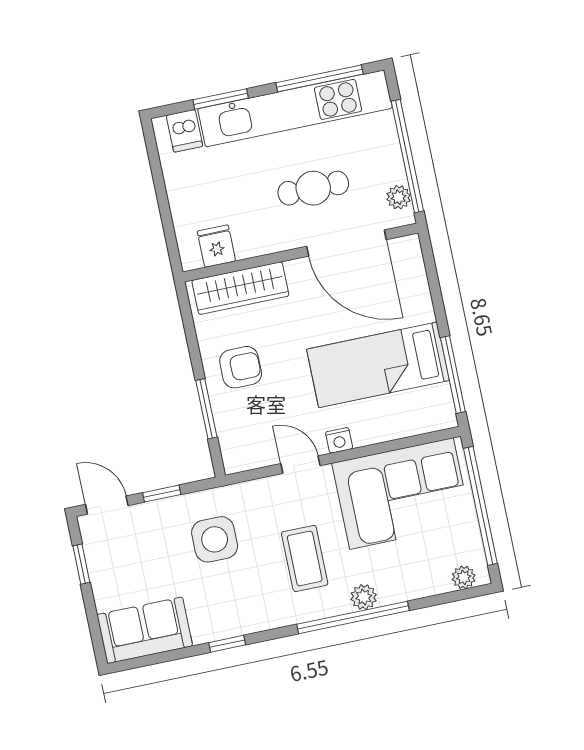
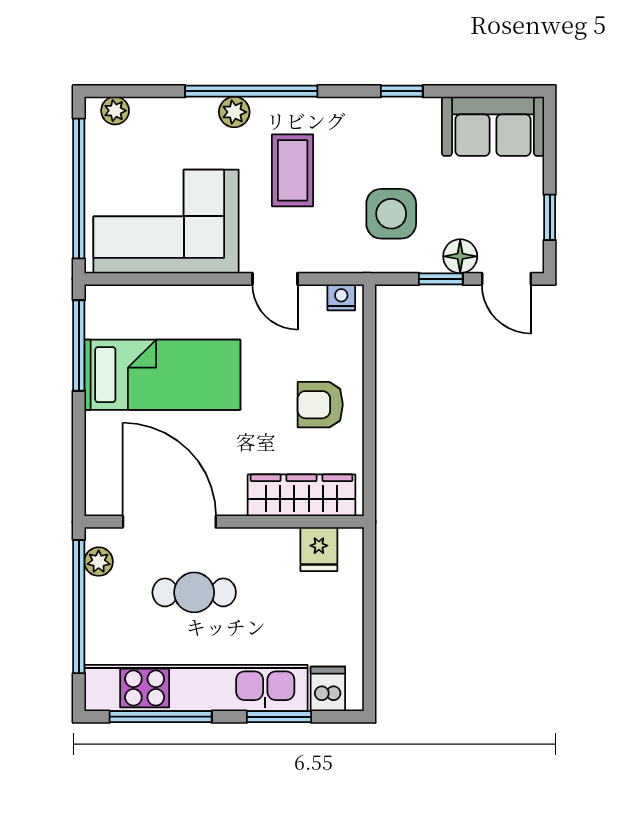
window: (206, 409) -> (369, 365), removed
nightstand: (339, 440) -> (341, 297), moved
floor lamp: (149, 516) -> (460, 256), added

